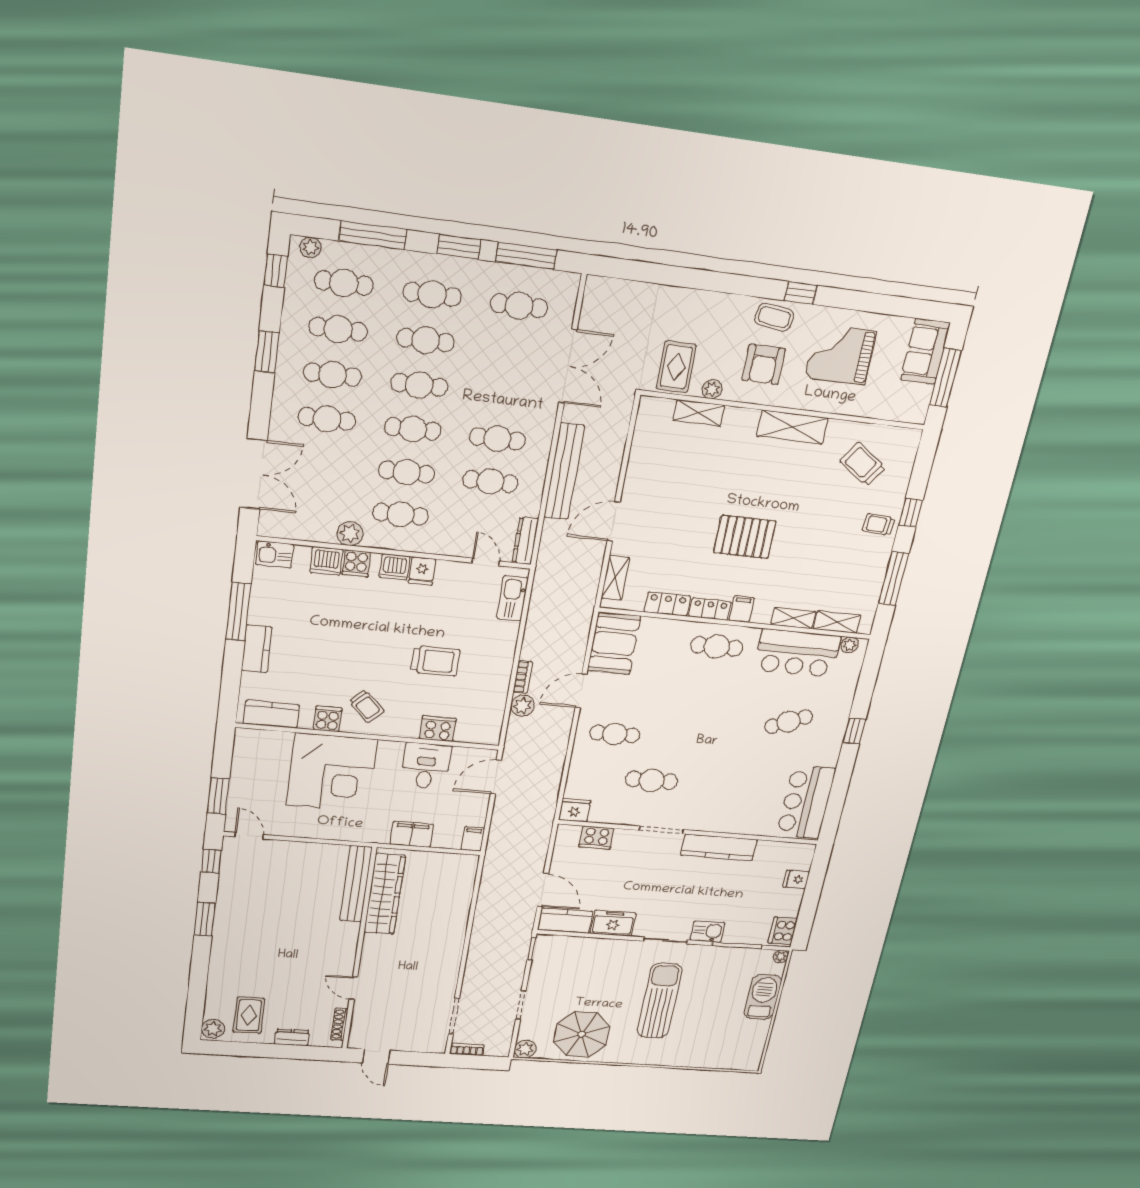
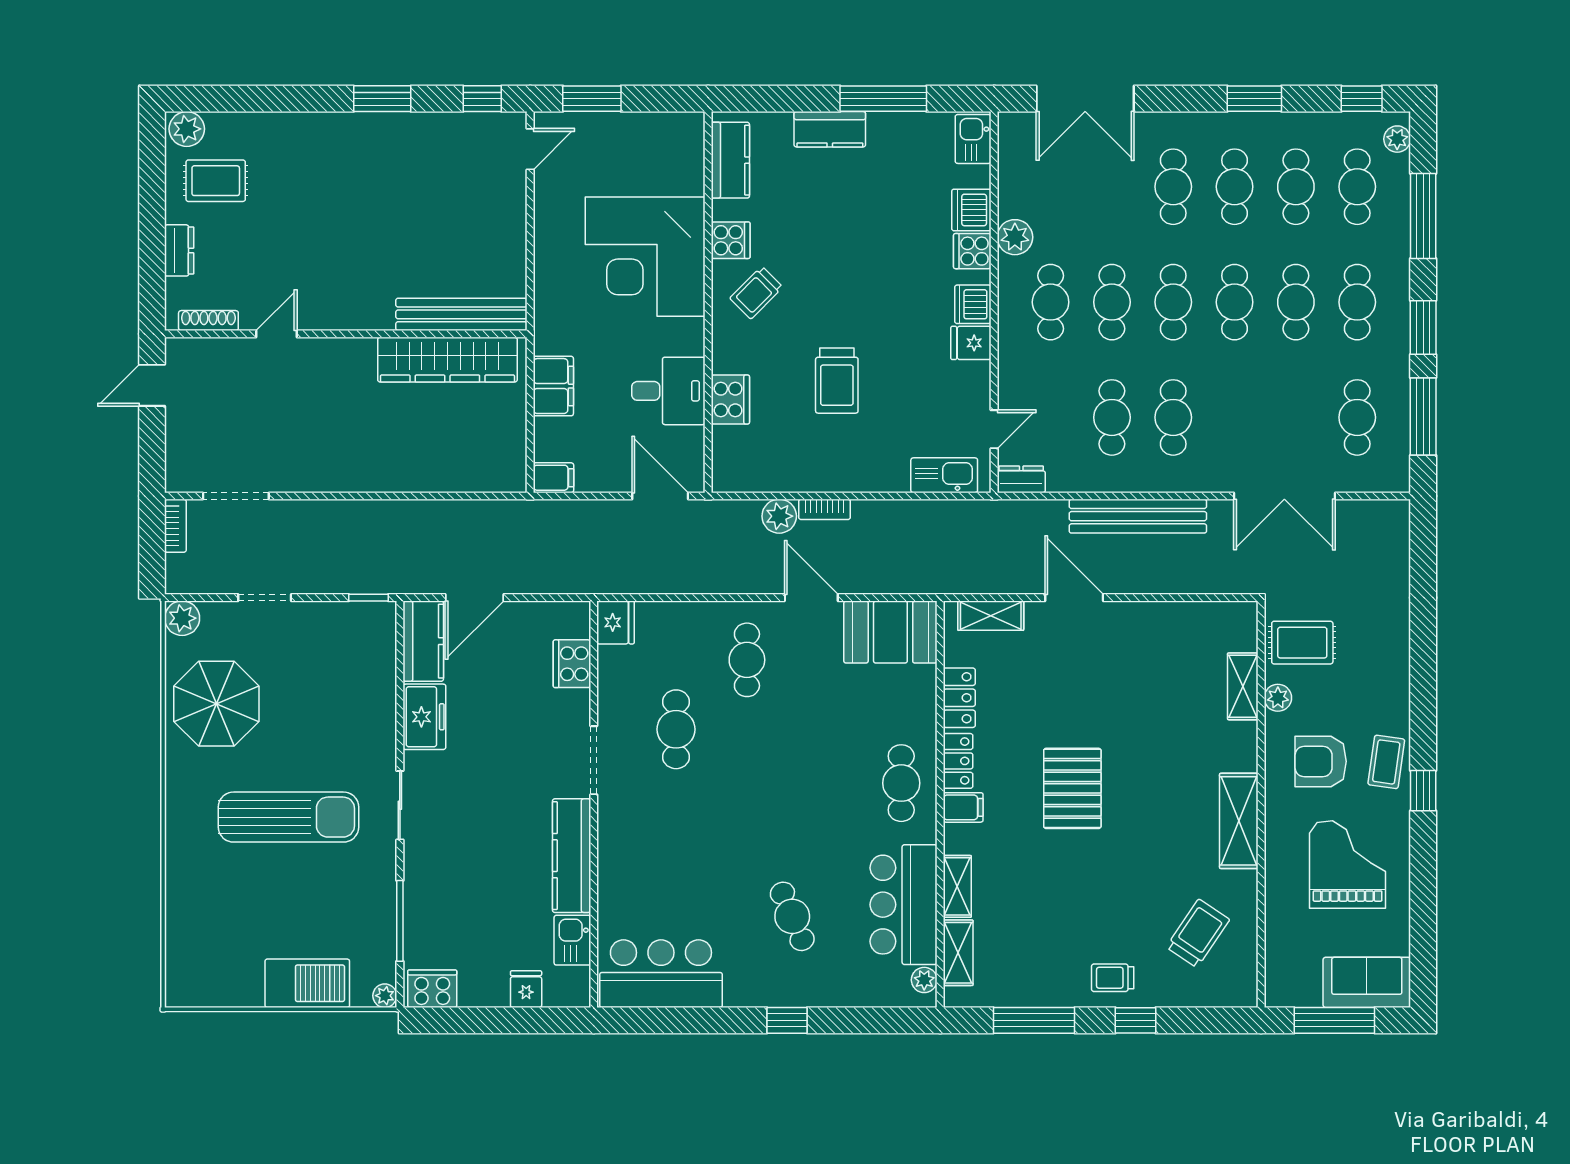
trolley: (879, 524) -> (1113, 978), turned -94
dresser: (525, 541) -> (1021, 479), width x0.70
kitchen sink: (707, 932) -> (572, 940), moved, turned 180

